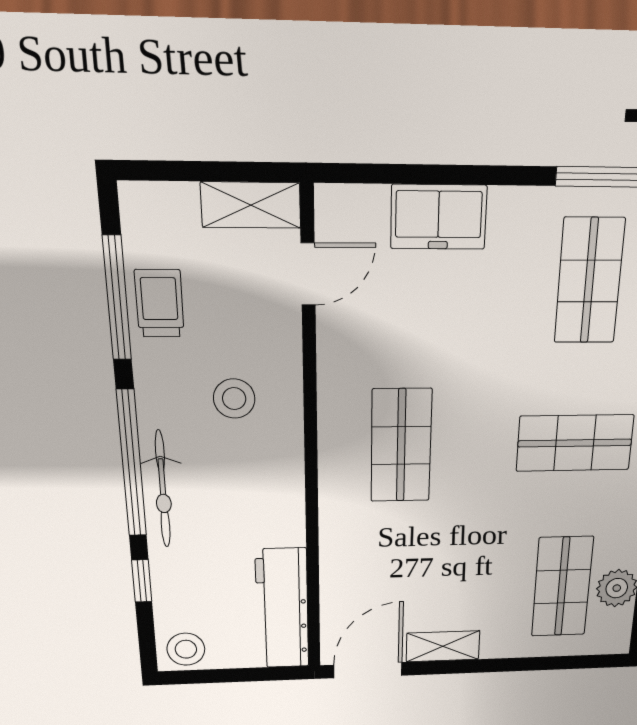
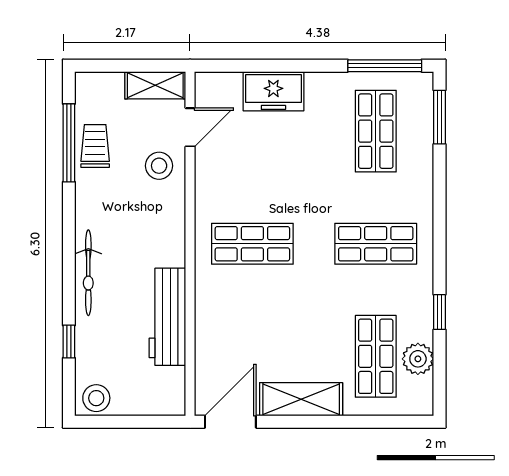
stool: (234, 399) -> (159, 166), moved
shop shelf: (401, 446) -> (252, 244), turned 90
window: (132, 464) -> (69, 254), removed
workbench: (282, 609) -> (167, 317), moved
shelving: (443, 646) -> (301, 399), width x1.50, depth x1.33

